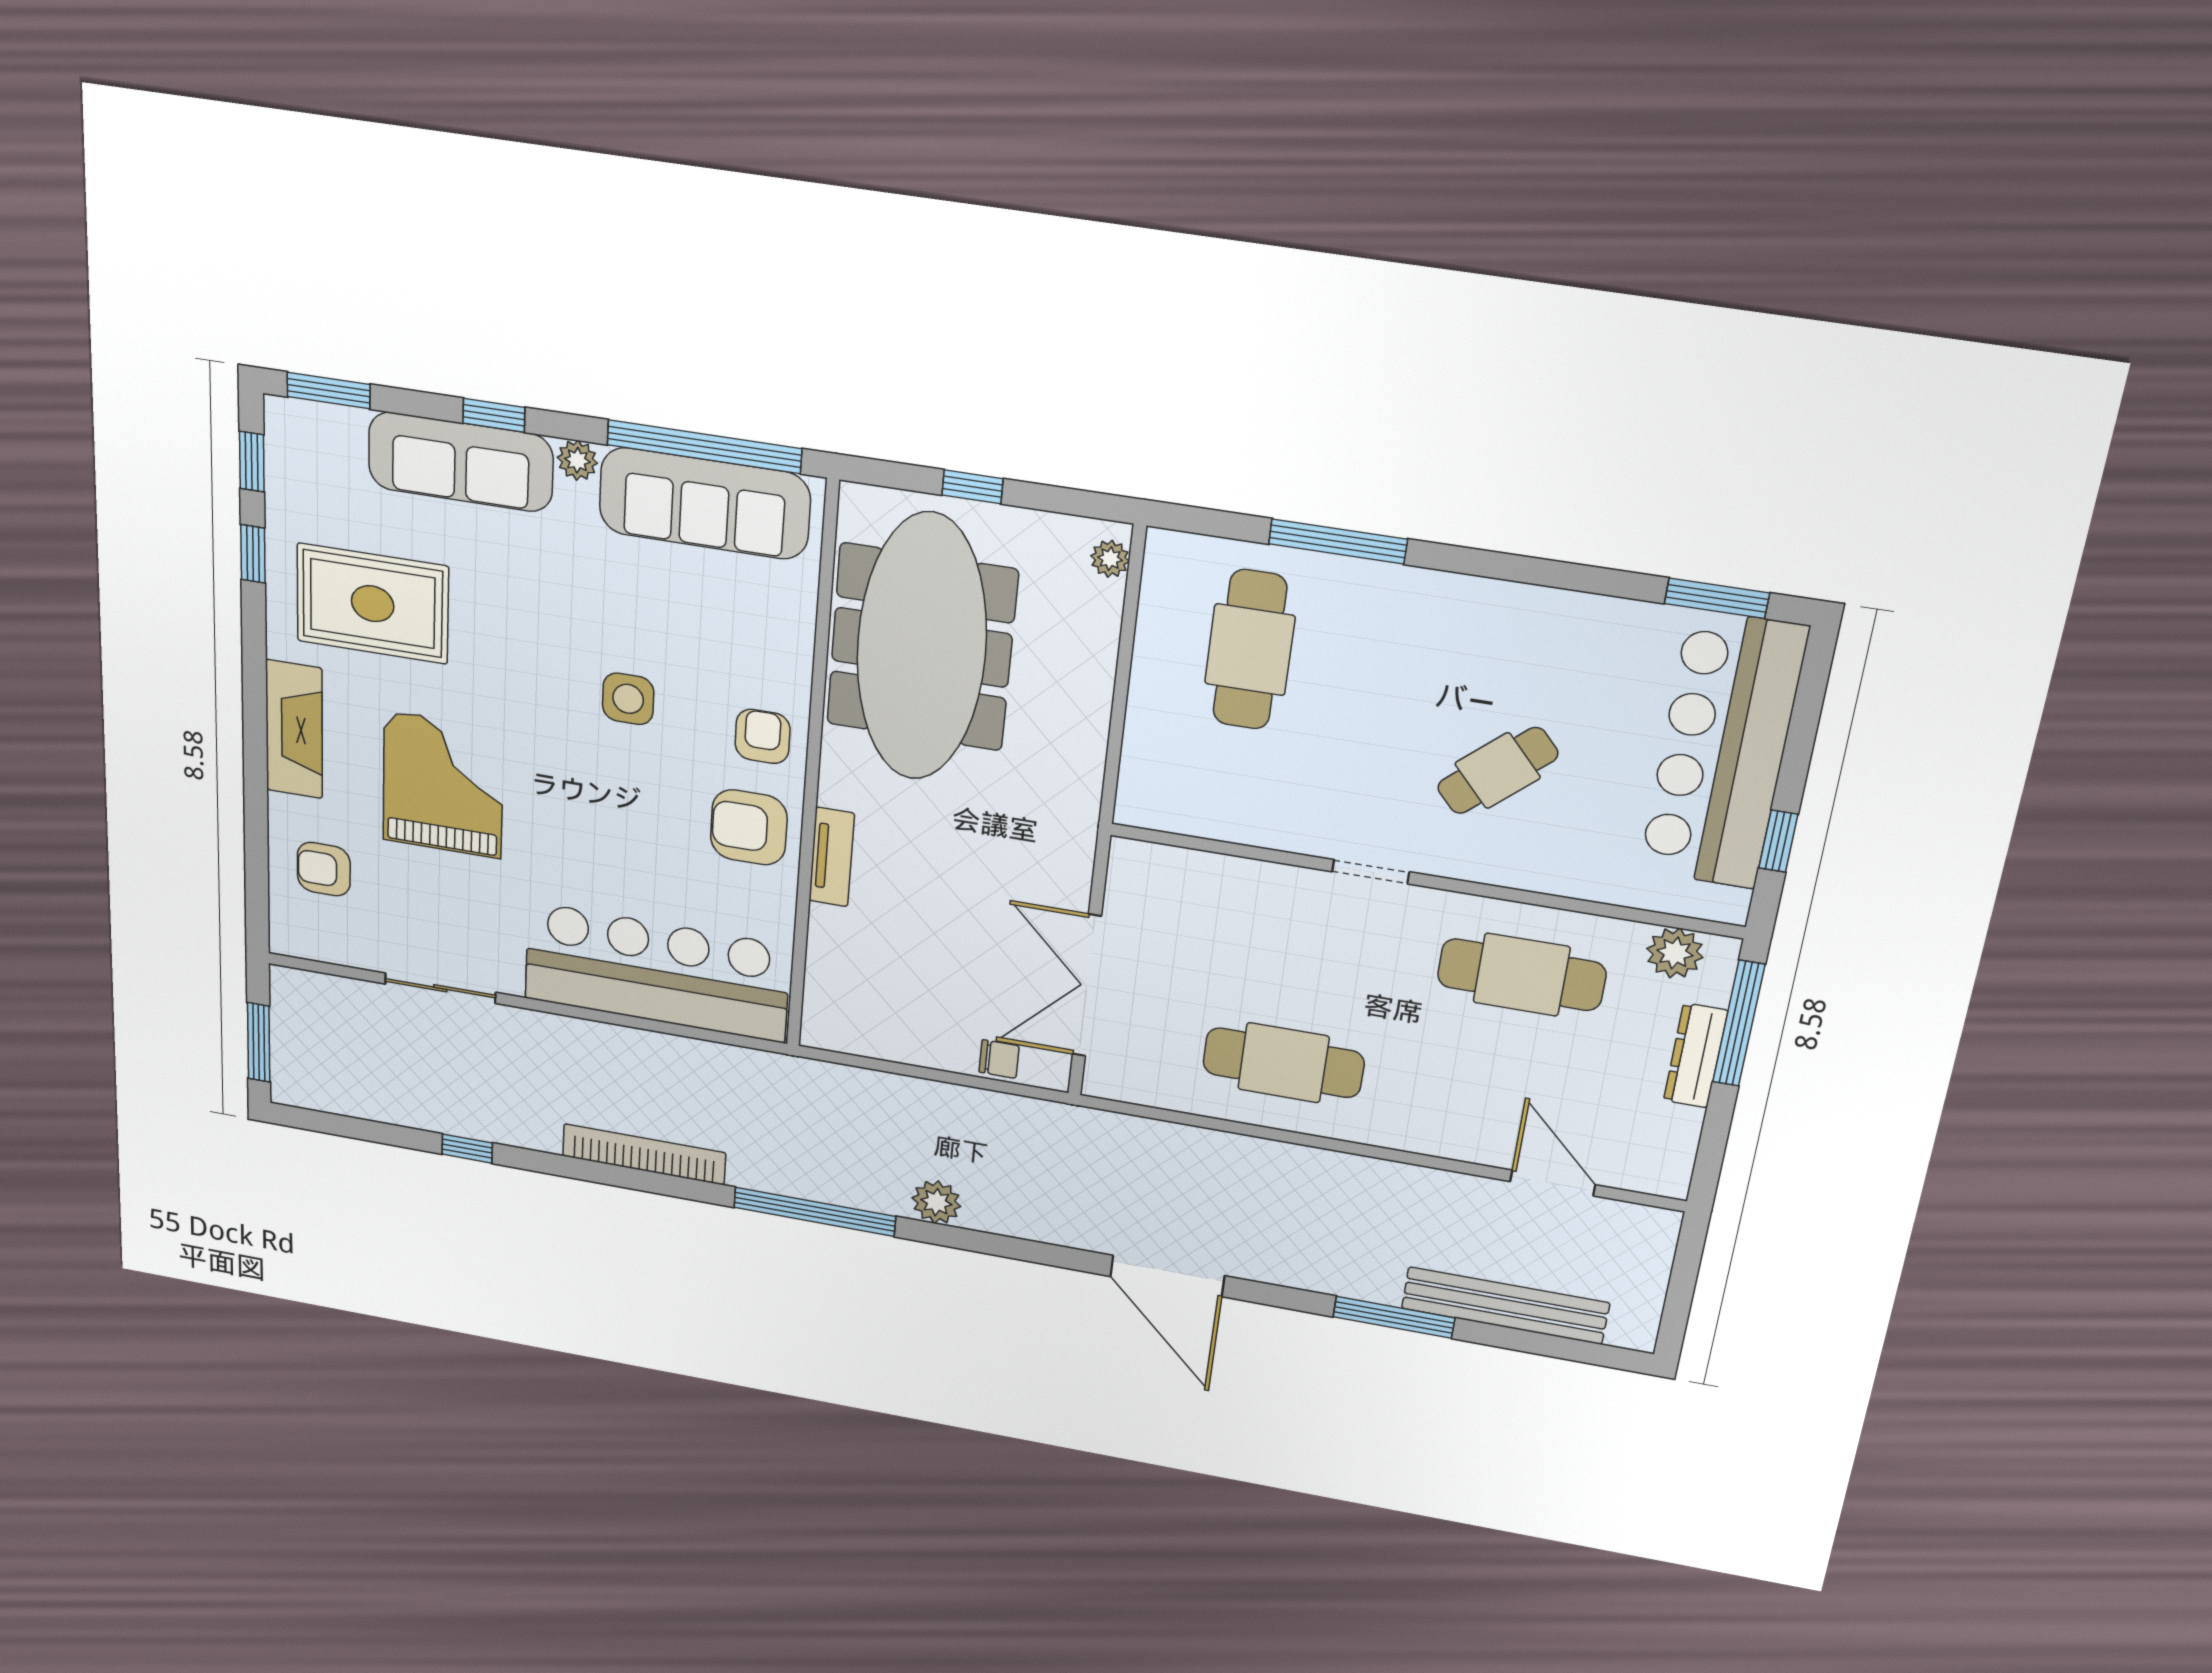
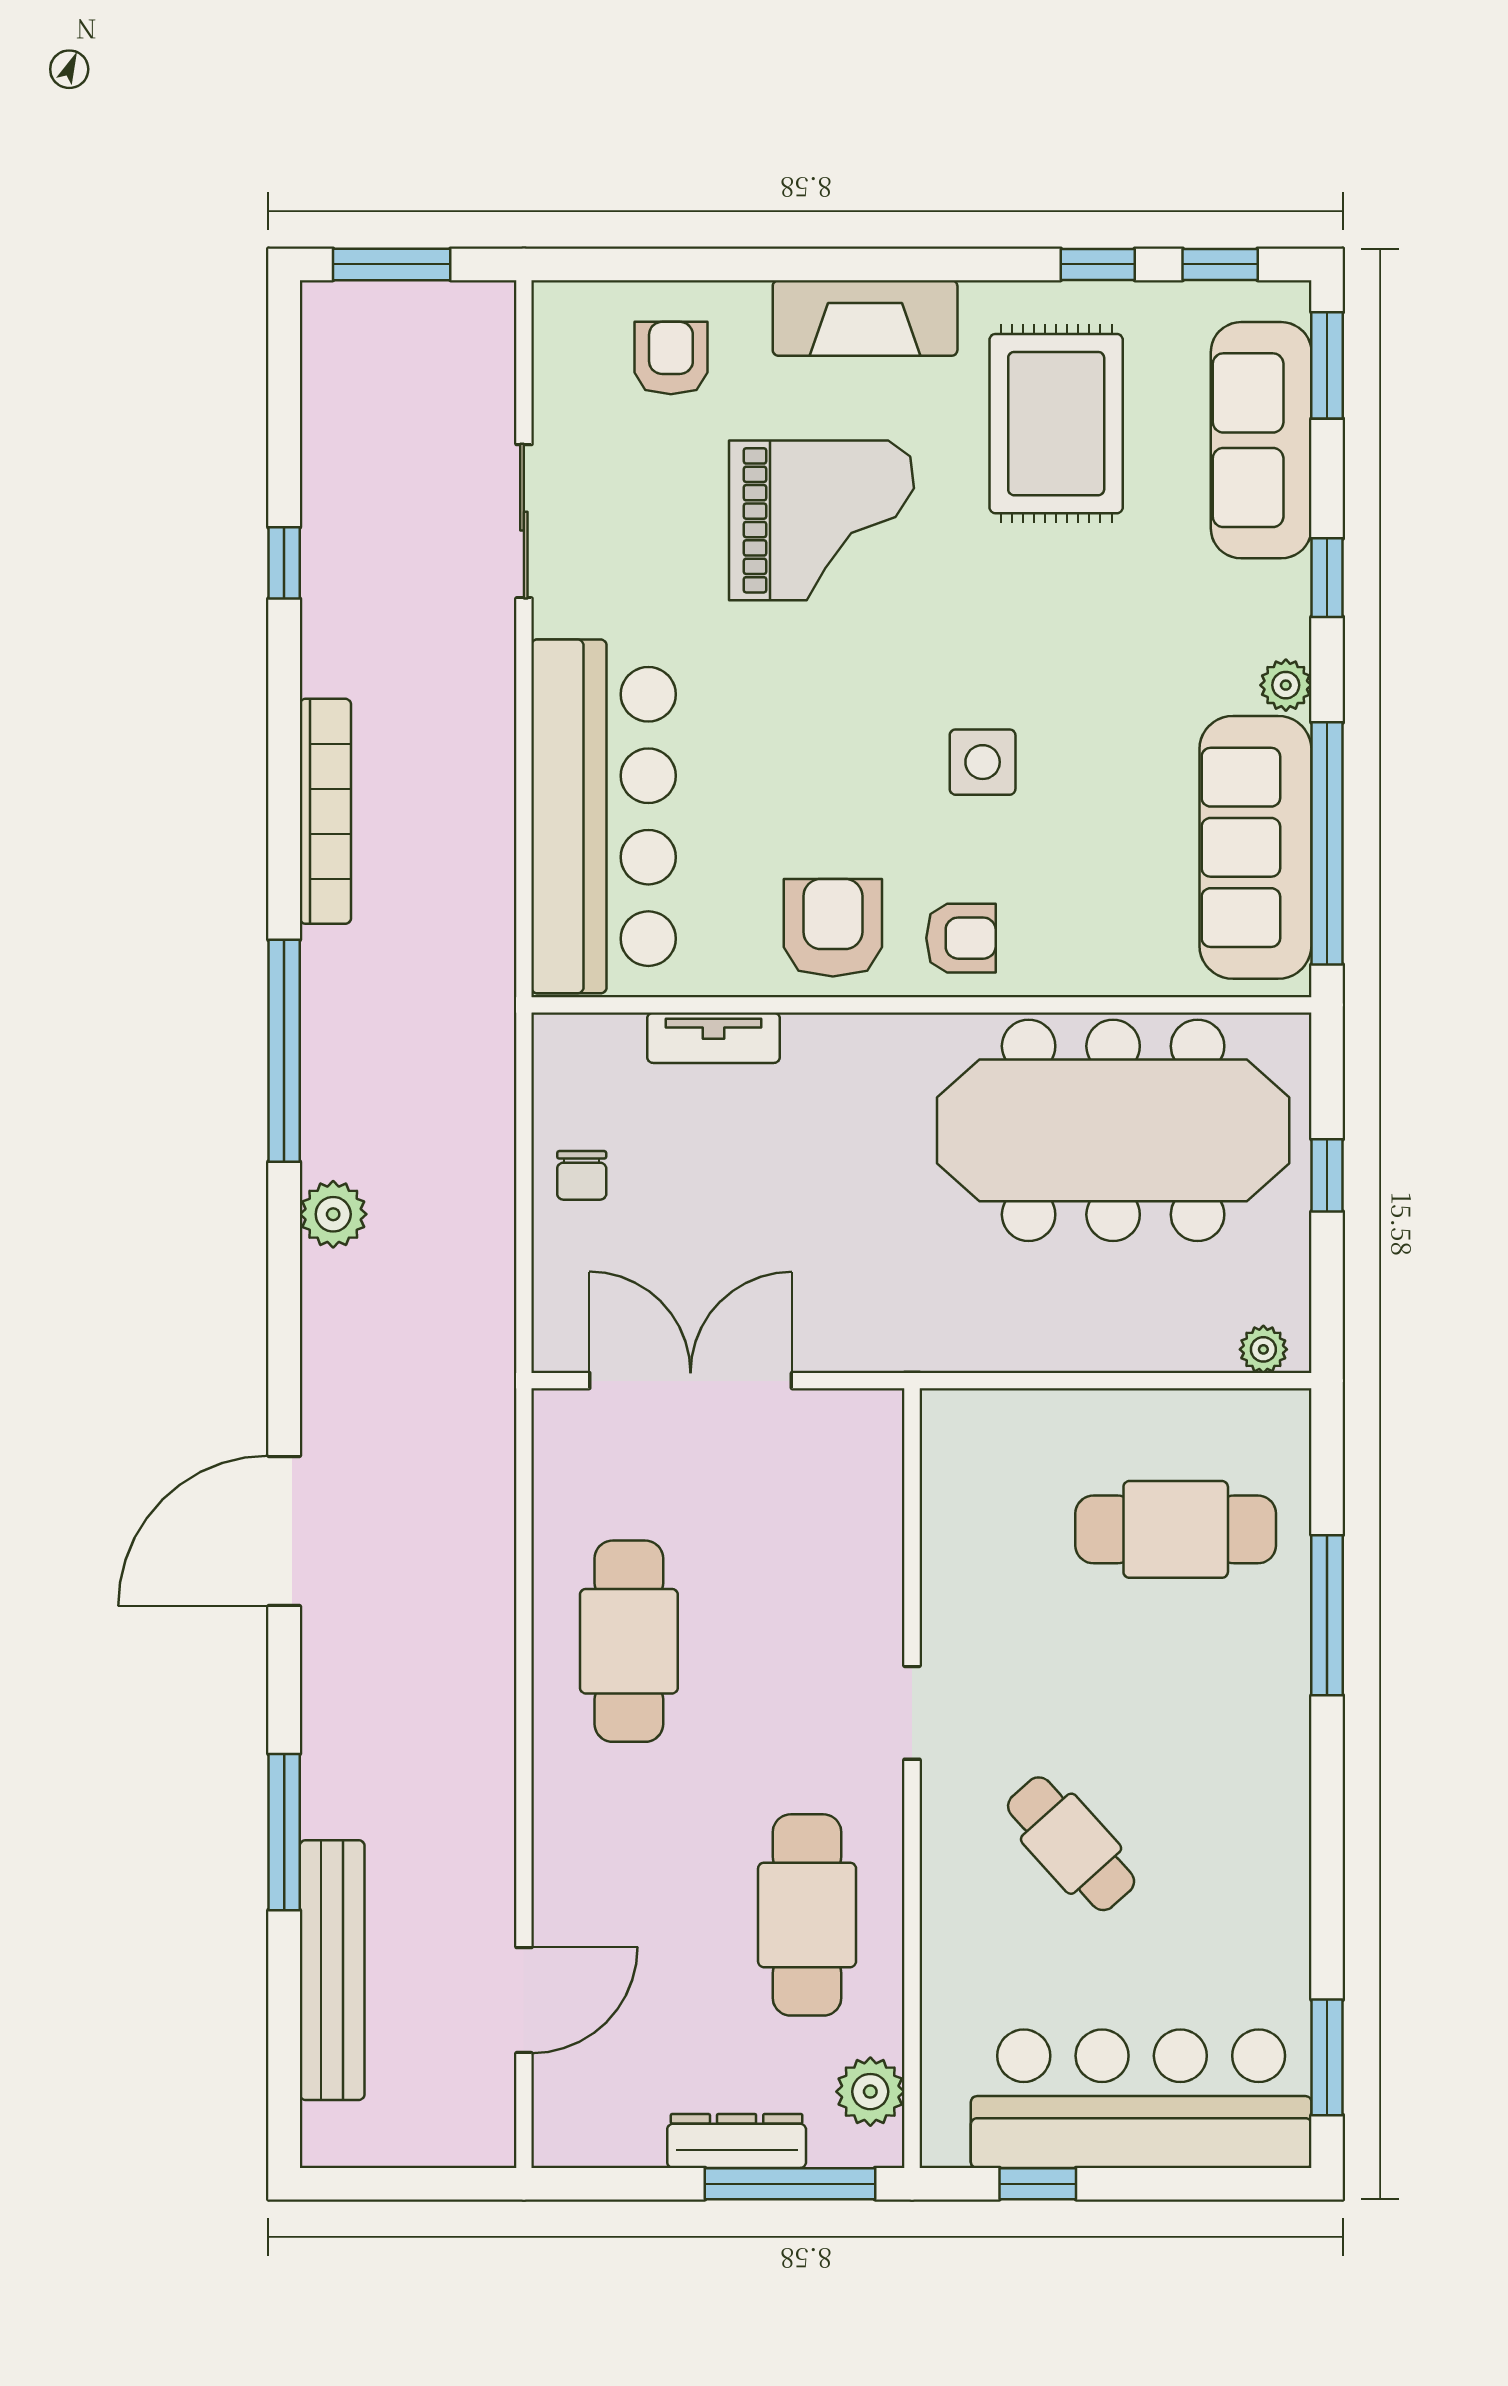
sofa: (461, 462) -> (1261, 440), moved
tv unit: (832, 857) -> (713, 1038), moved
chair: (999, 1059) -> (582, 1175), moved

